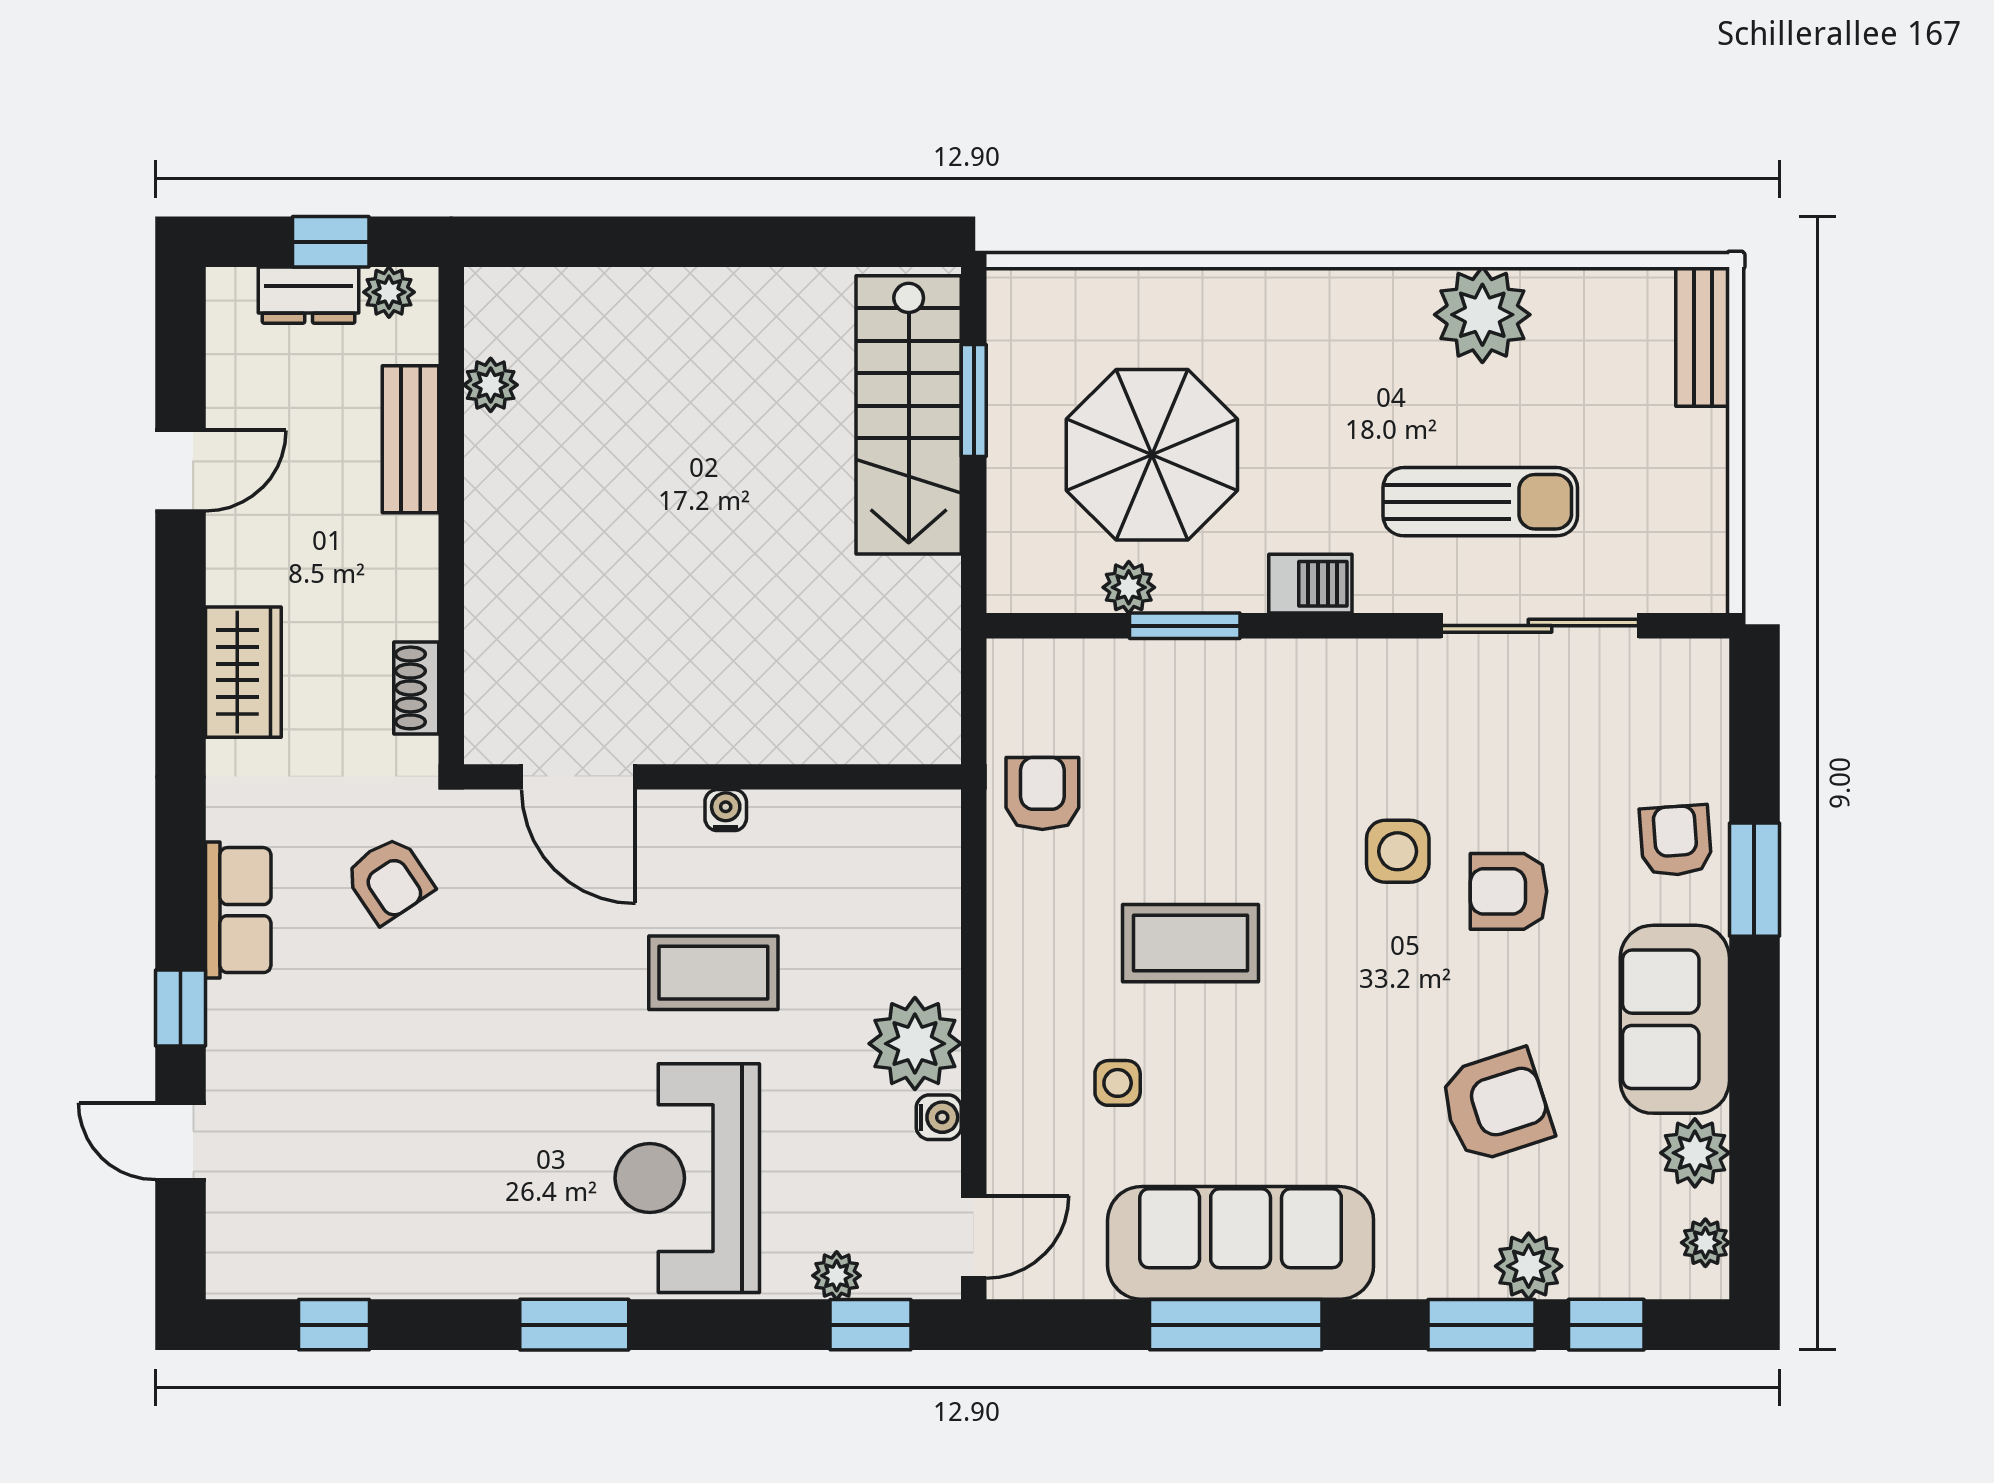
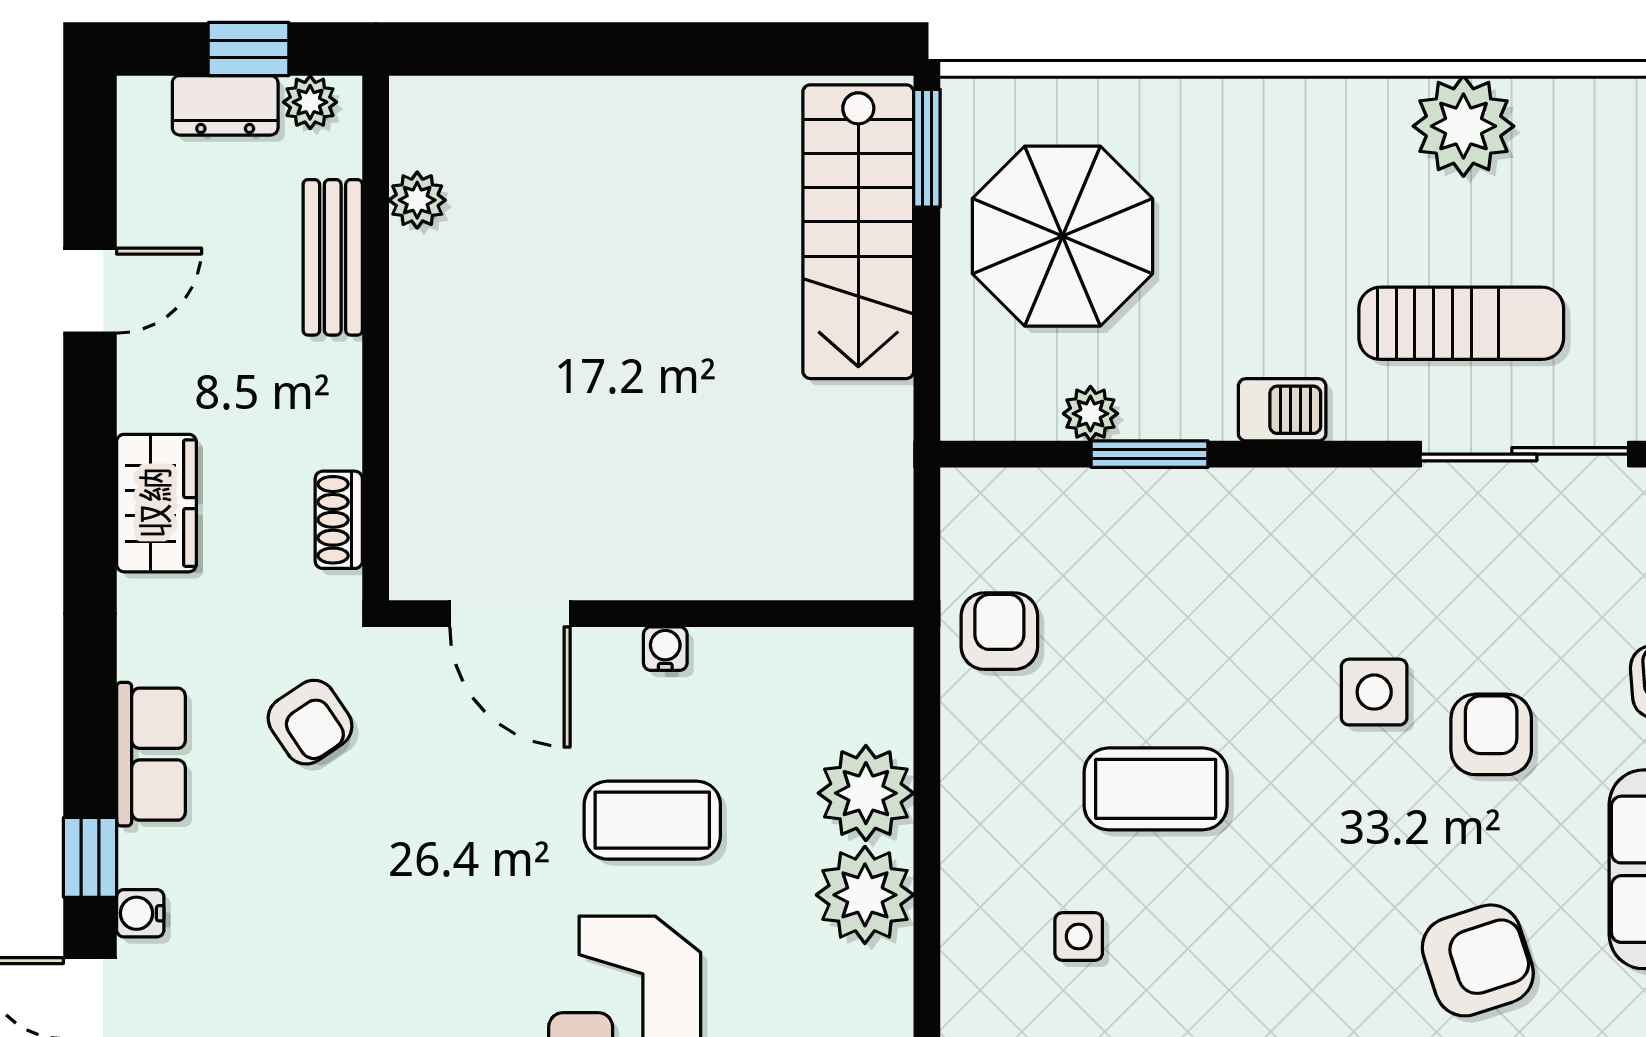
window: (974, 400) -> (927, 148), moved
parasol: (1152, 455) -> (1062, 236), moved
armchair: (1509, 891) -> (1491, 734), turned 90
plant: (916, 947) -> (866, 793), added
water cooler: (939, 1117) -> (140, 913), moved, turned 180

